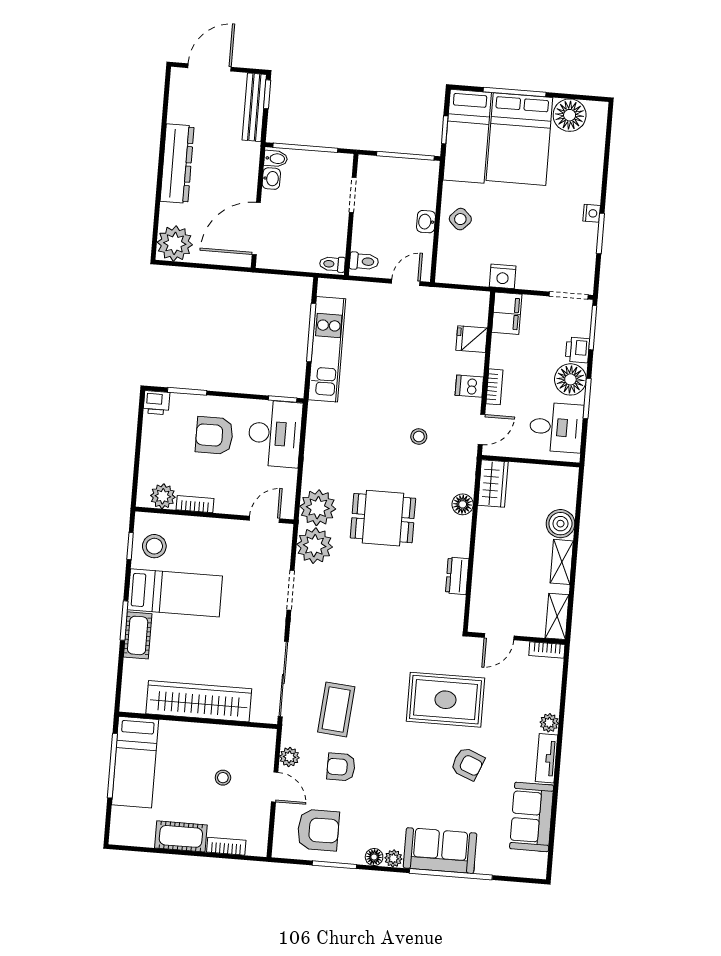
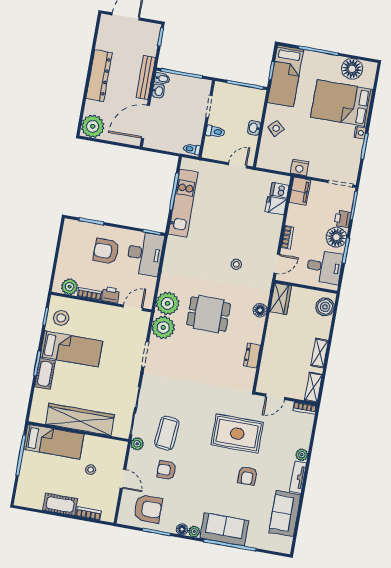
bench: (254, 107) -> (146, 77), moved
bed: (519, 139) -> (342, 103), moved, turned 90
toilet: (364, 261) -> (215, 132), moved
dishwasher: (469, 386) -> (280, 190), moved
printer: (156, 403) -> (111, 295), moved, turned 180
boiler: (560, 524) -> (325, 307), moved
plant: (289, 757) -> (137, 444), moved
bed: (135, 762) -> (54, 442), moved, turned -90
armchair: (468, 764) -> (247, 476), turned 68

